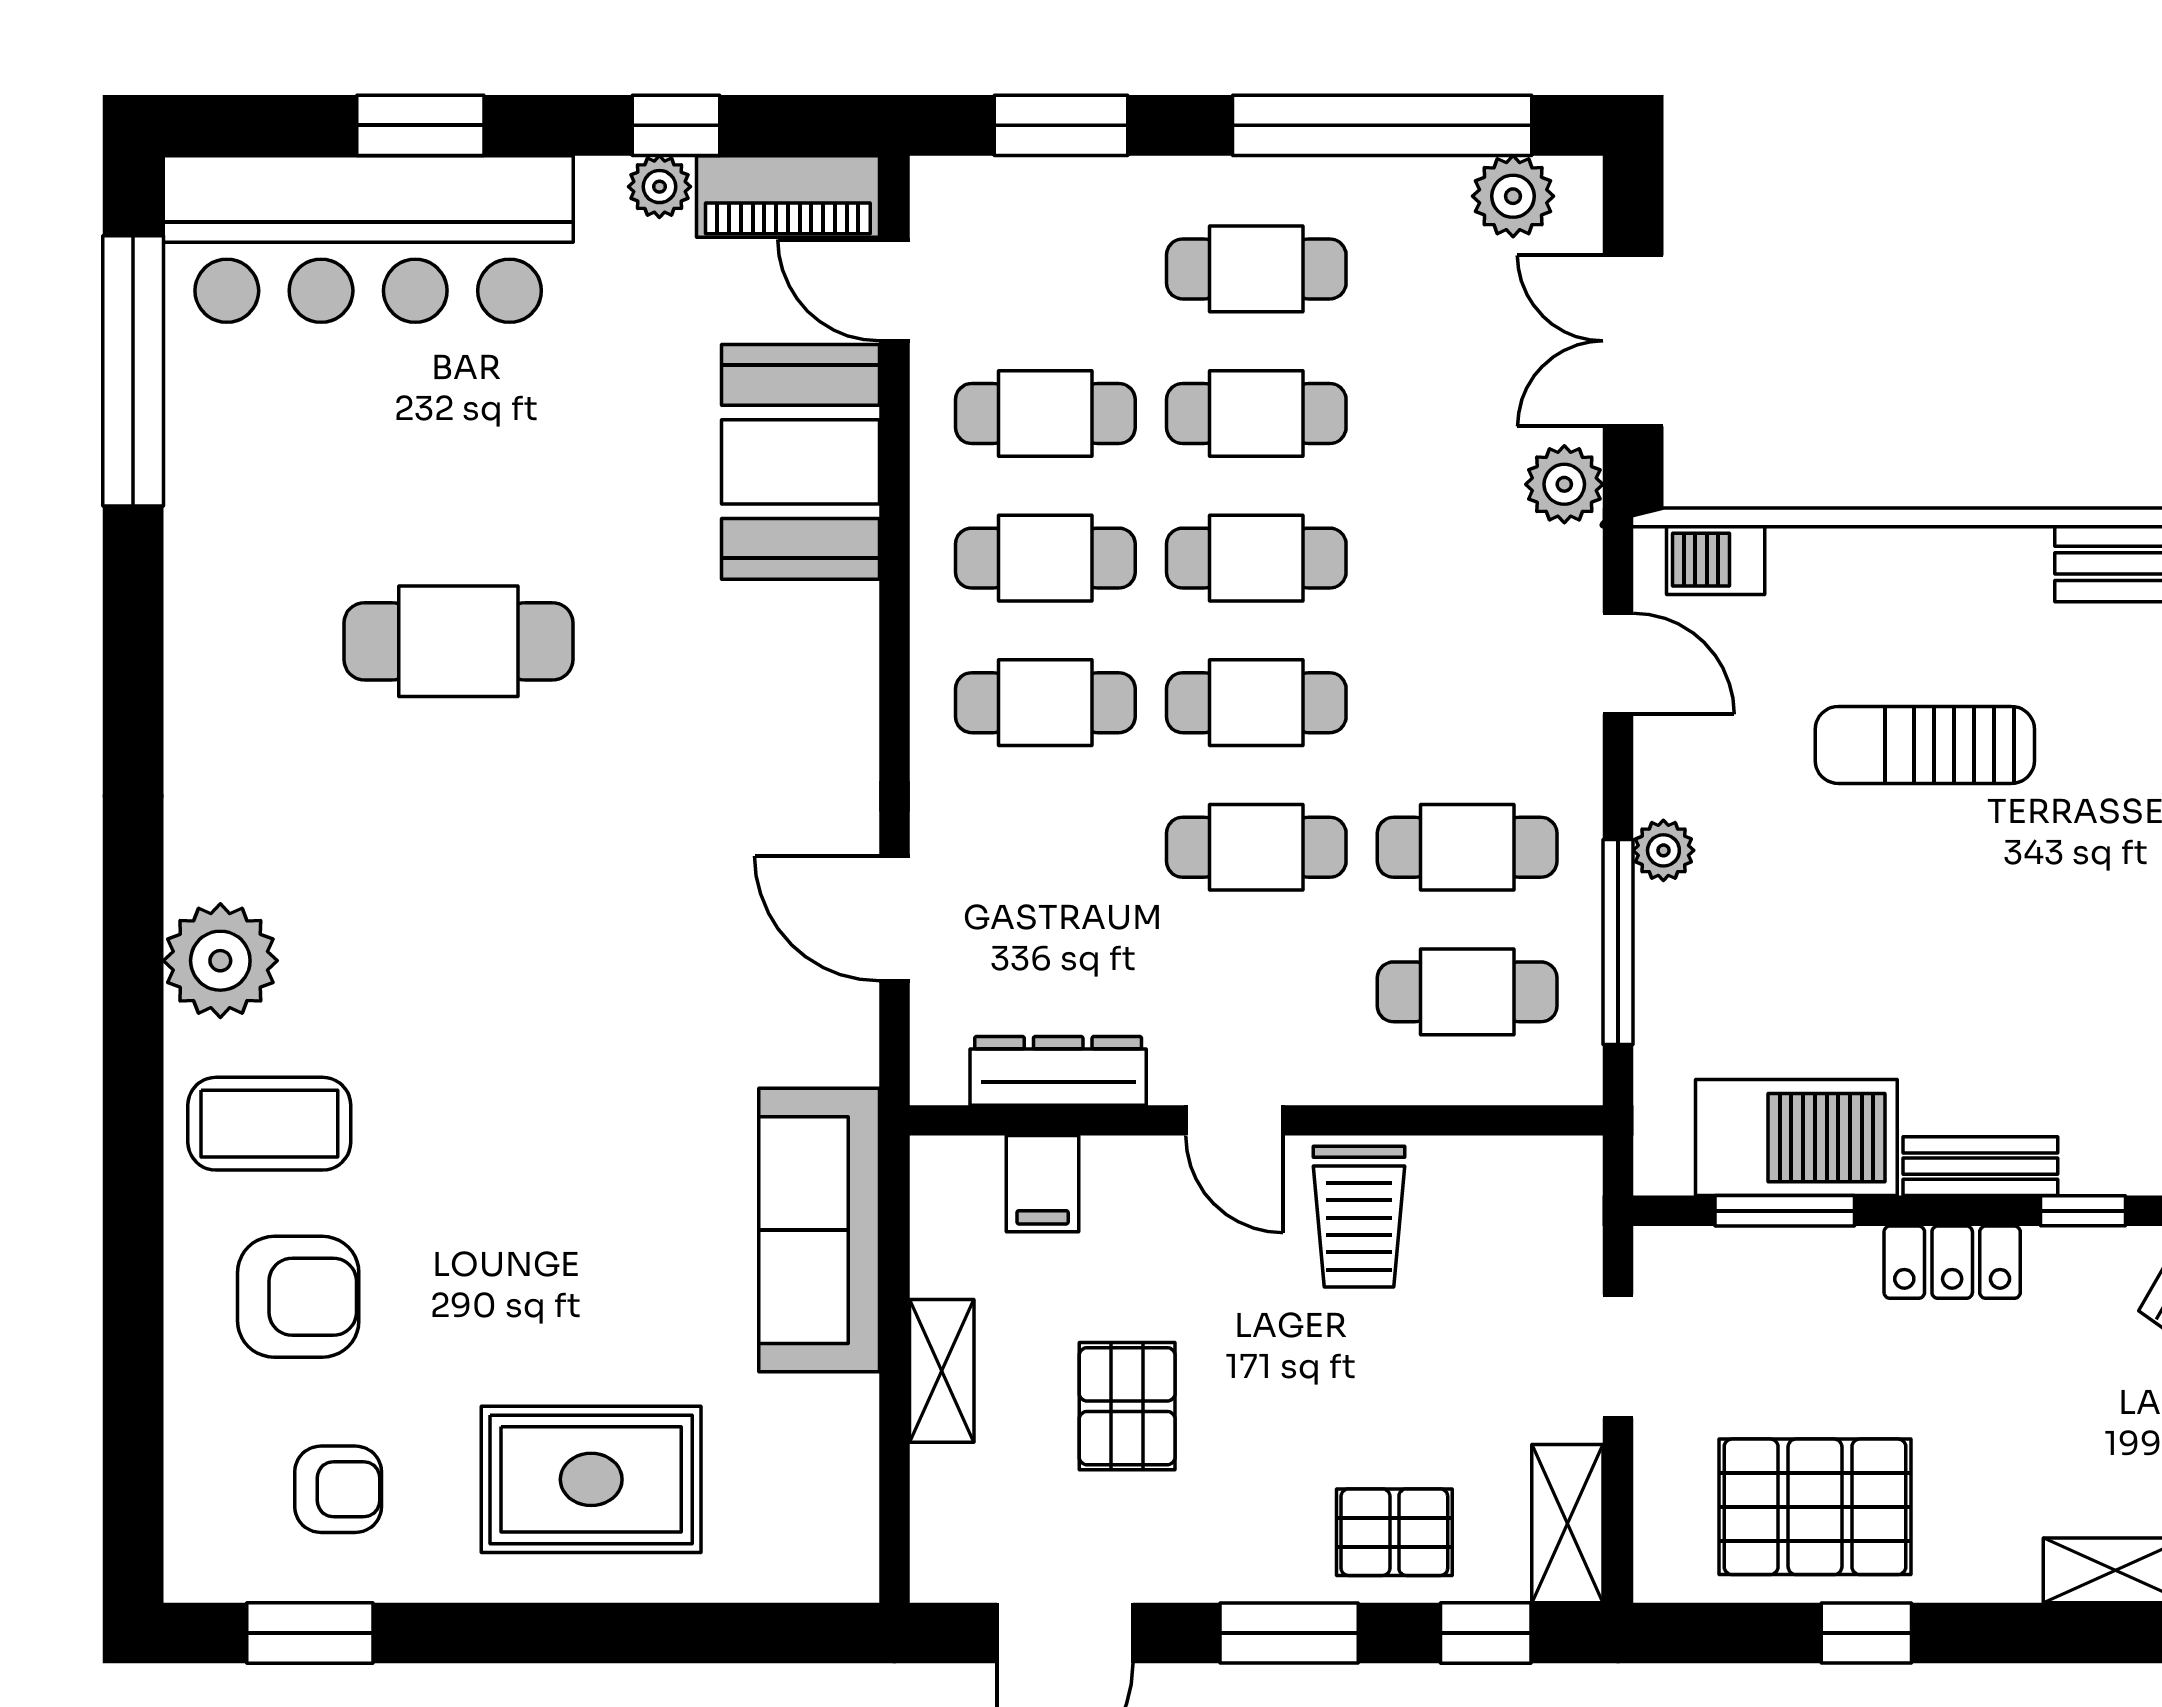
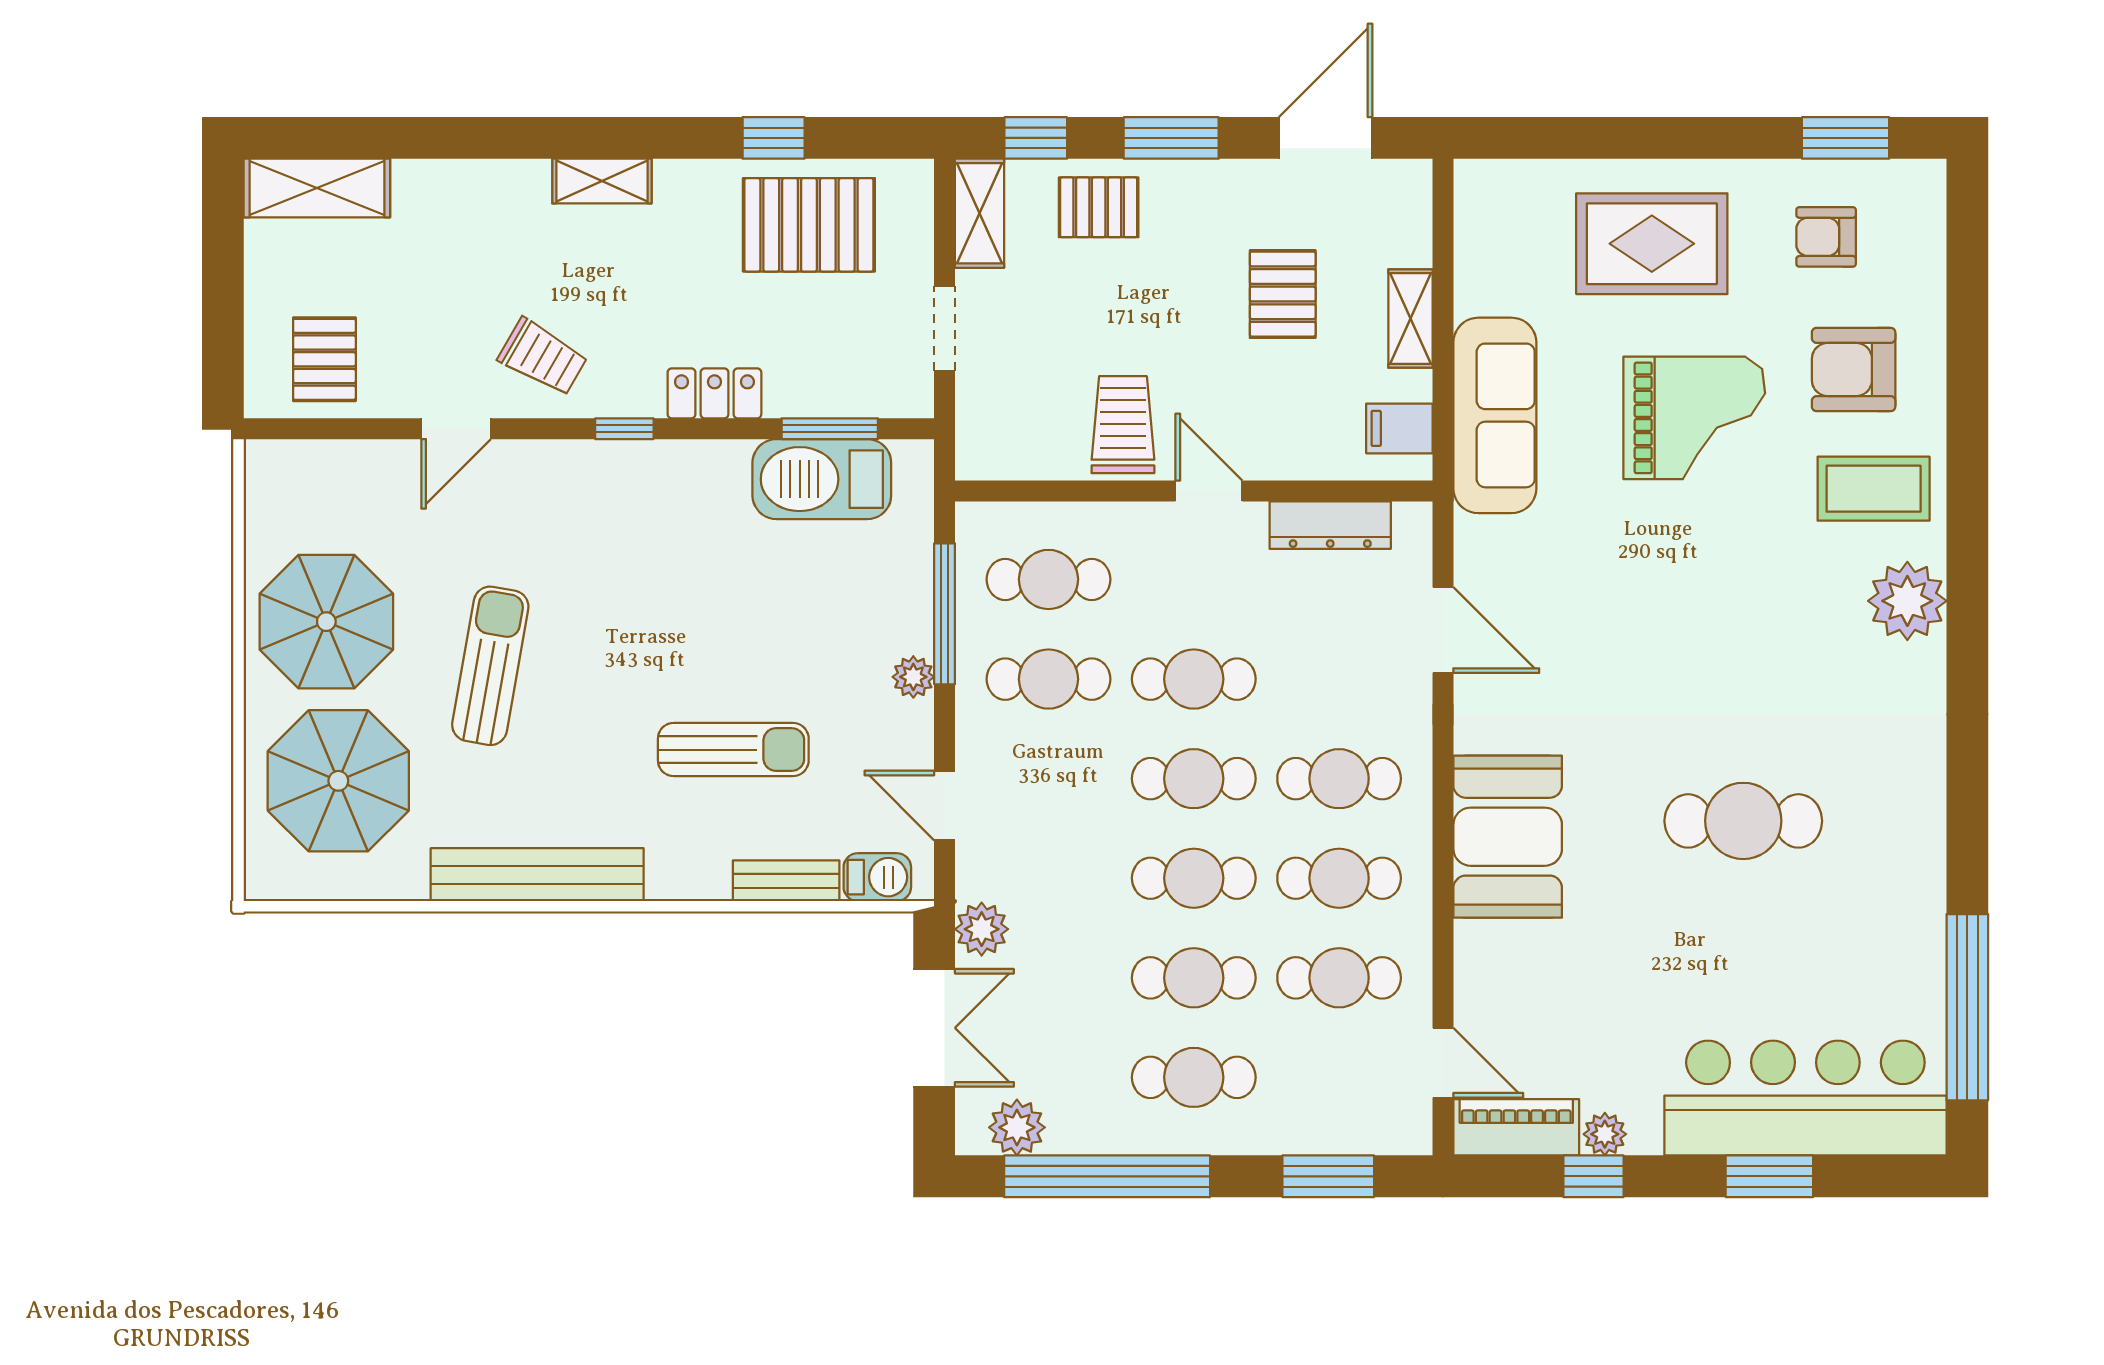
booth: (800, 462) -> (1508, 837), moved
bench: (1980, 1166) -> (786, 881), moved
filing cabinet: (1043, 1184) -> (1399, 428), moved, turned -90
grand piano: (530, 1226) -> (1694, 418), added

